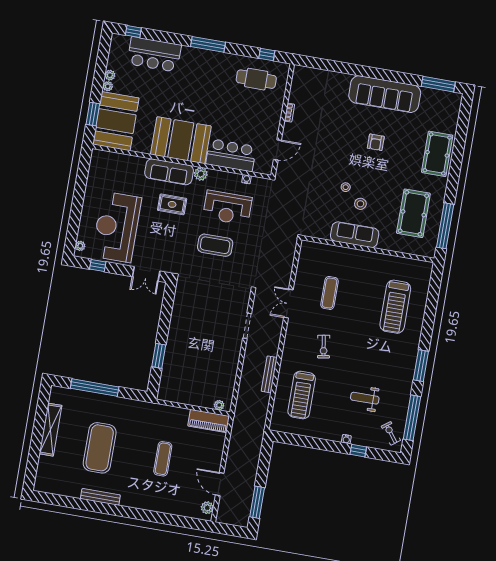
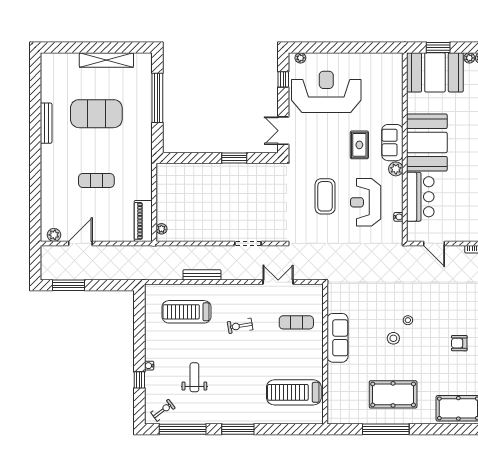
sofa: (169, 172) -> (392, 143), width x0.73
sofa: (355, 235) -> (337, 338), moved
wall: (368, 249) -> (325, 354), moved
window: (159, 356) -> (234, 158), moved

